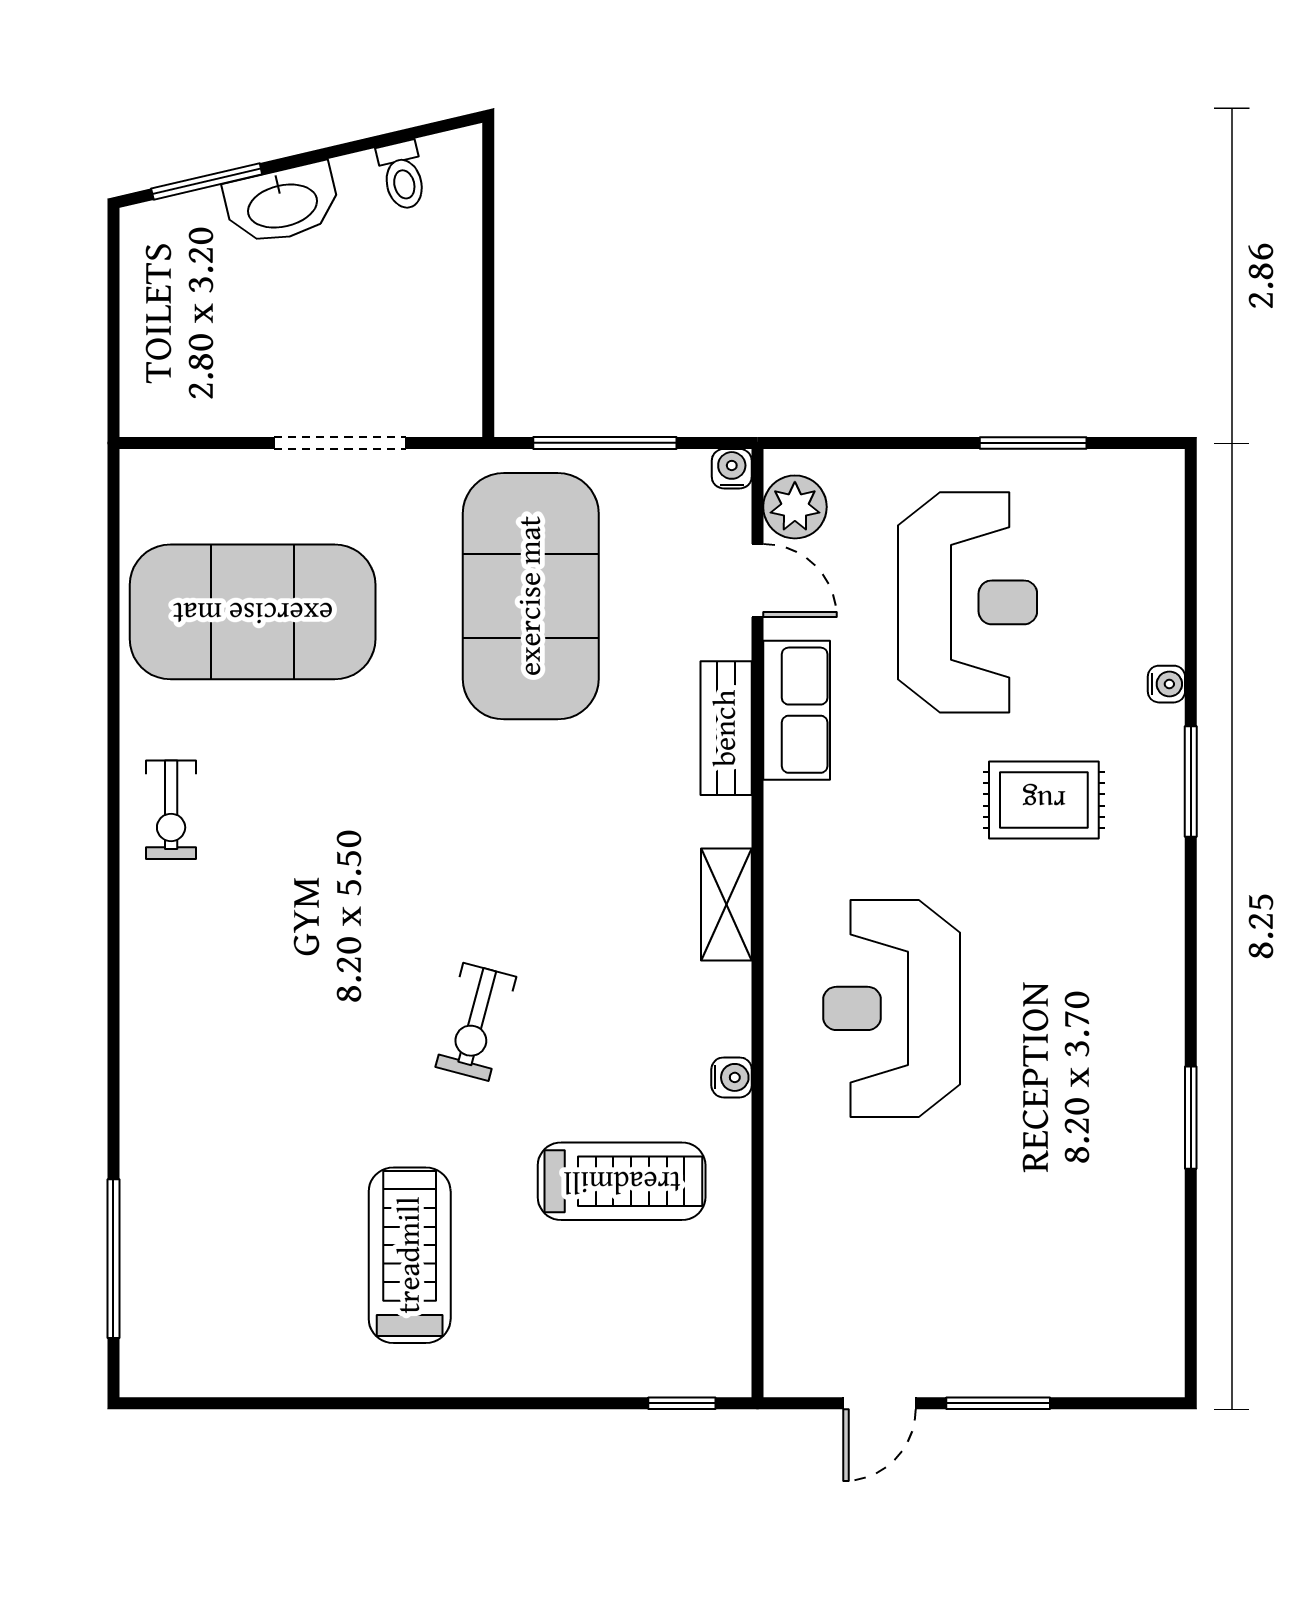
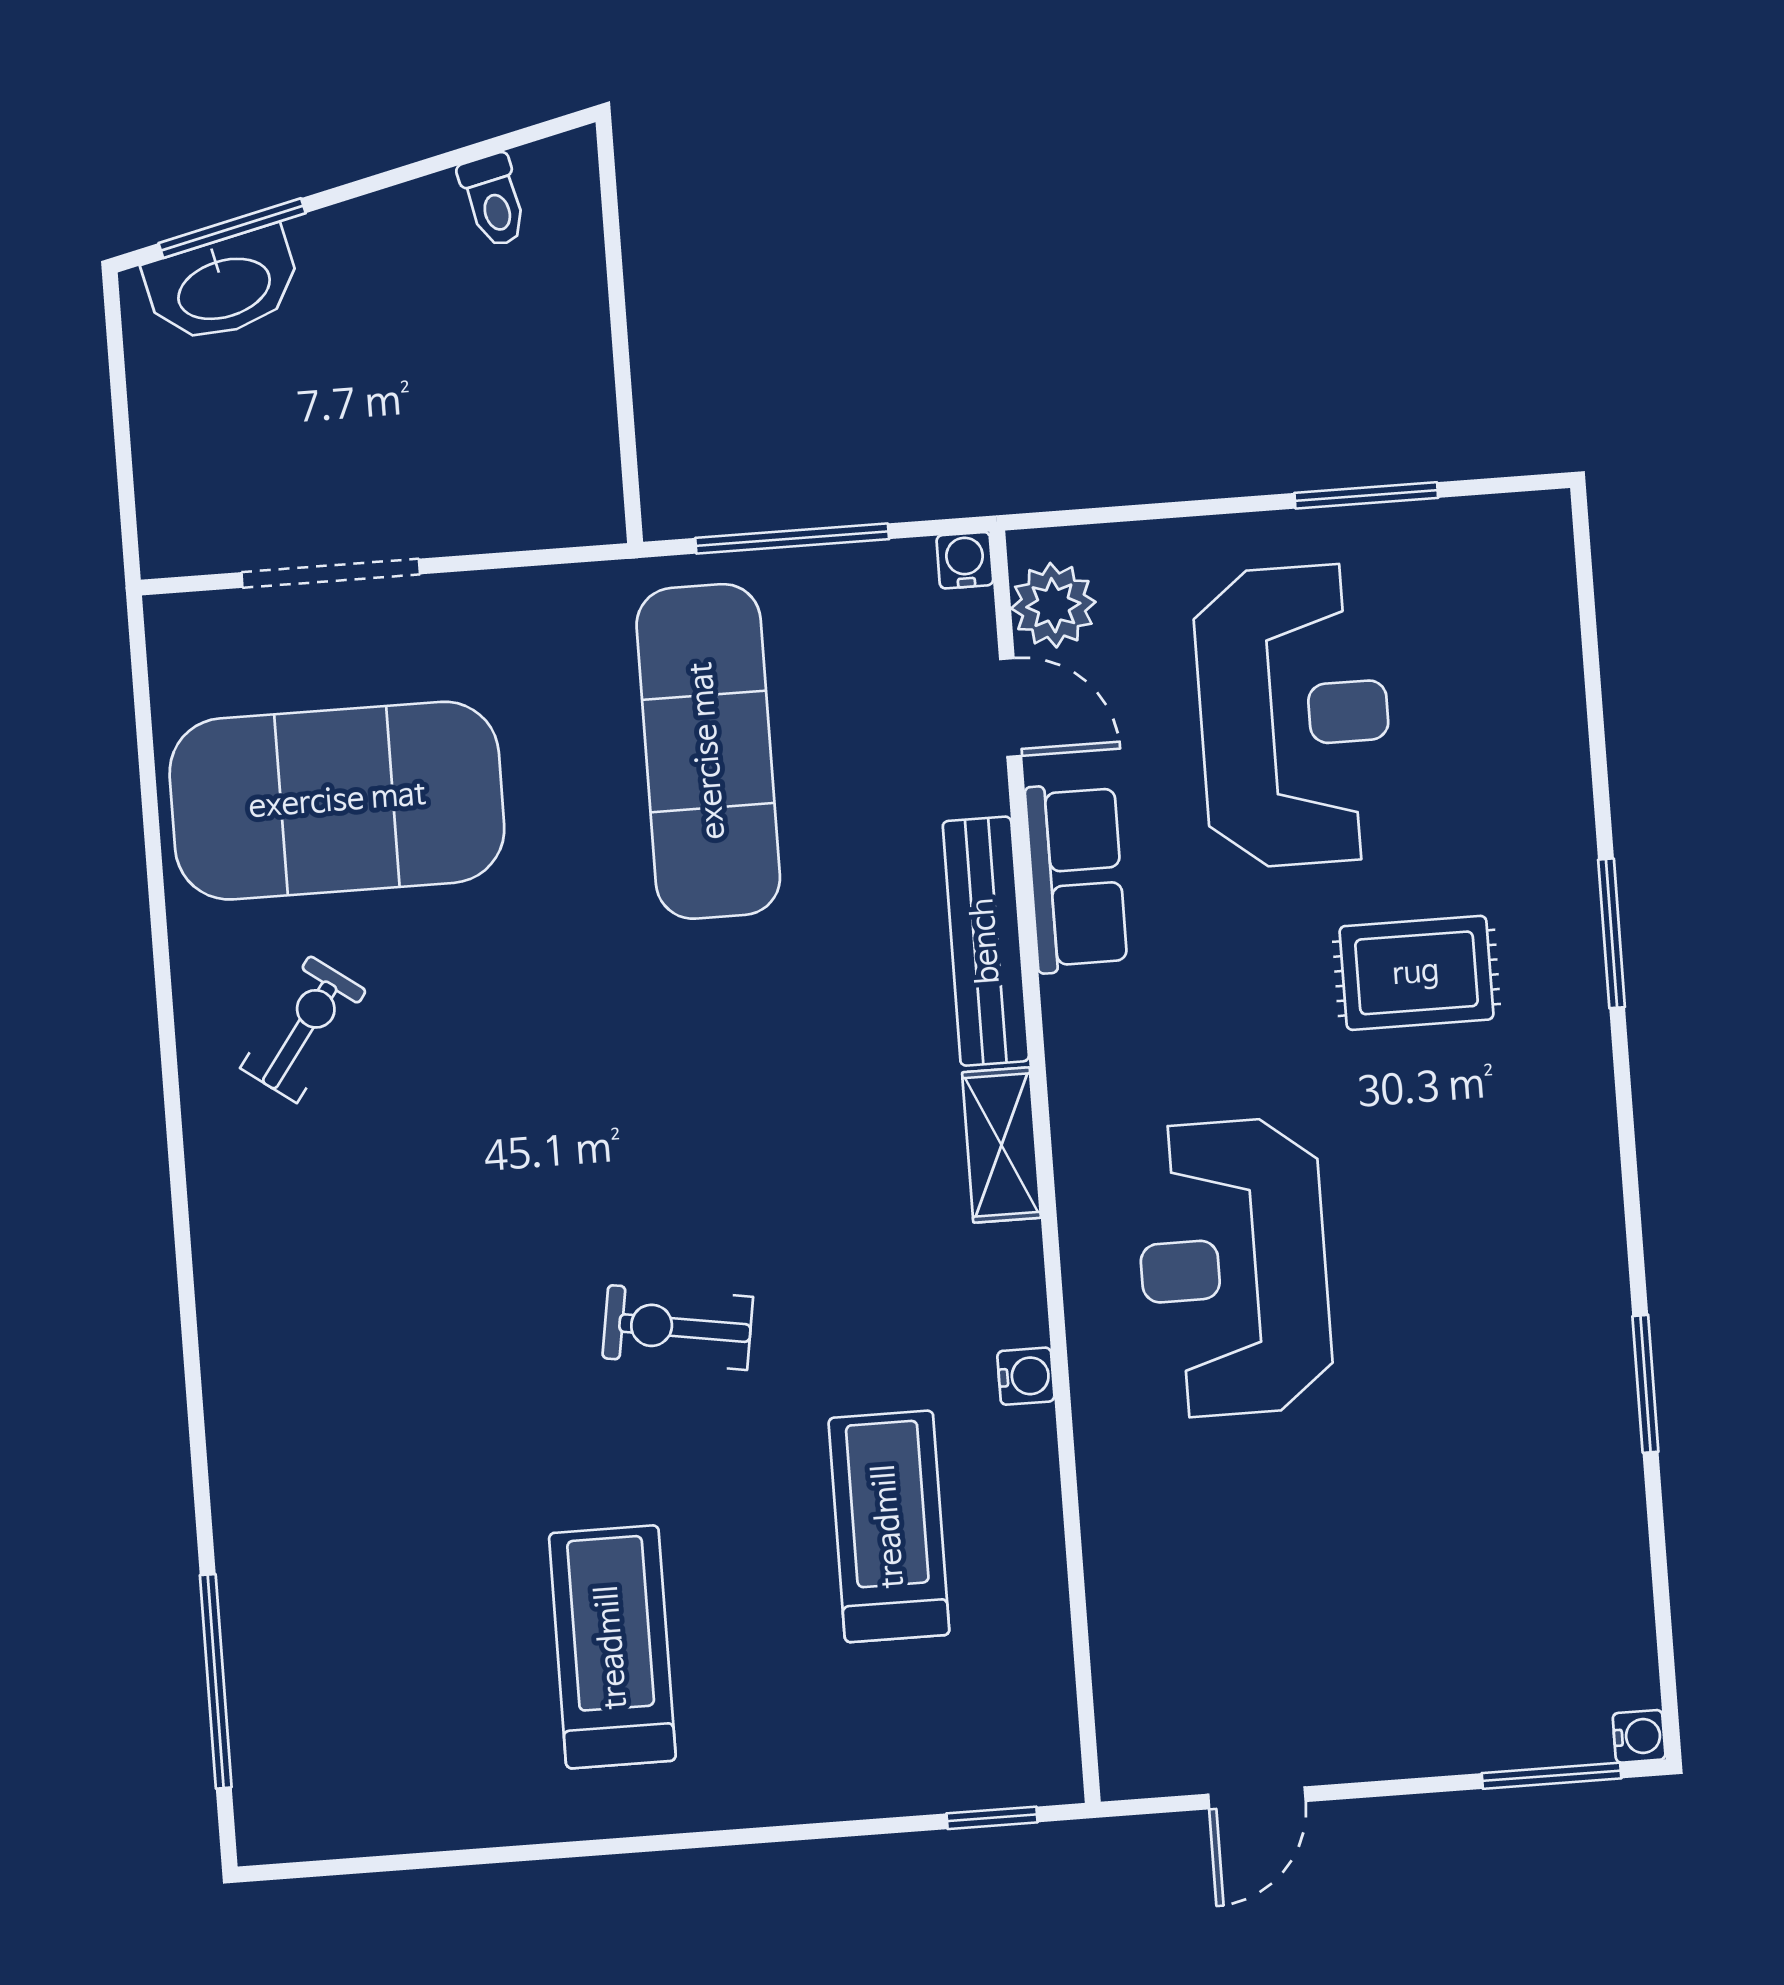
washbasin: (282, 204) -> (223, 286), moved
doorway: (340, 443) -> (331, 573), moved
exercise mat: (531, 596) -> (708, 751), width x0.68
water cooler: (1166, 684) -> (1639, 1736), moved
bench: (726, 728) -> (986, 941), width x1.36
exercise bike: (171, 810) -> (303, 1029), moved, turned -144
exercise bike: (476, 1022) -> (678, 1327), turned 84
treadmill: (622, 1181) -> (889, 1526), turned -90
window: (998, 1403) -> (1552, 1776), moved

